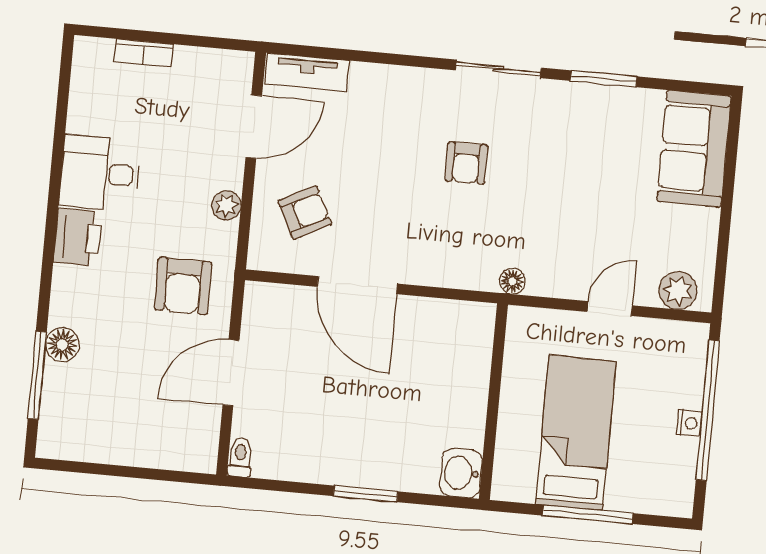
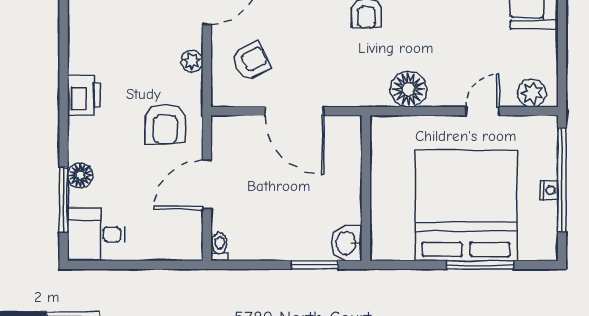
desk: (100, 173) -> (96, 234), moved
floor lamp: (512, 281) -> (409, 89), width x1.89, depth x1.89
wall: (493, 402) -> (366, 188), moved
bed: (576, 433) -> (466, 205), width x2.04
washbasin: (461, 473) -> (347, 243), moved

